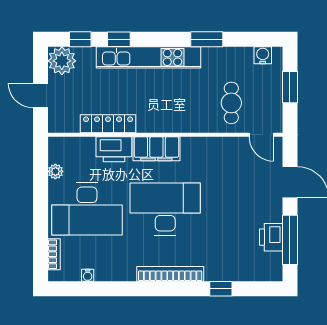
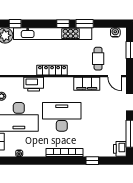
window: (119, 39) -> (63, 24), moved
kitchen unit: (149, 57) -> (53, 34), width x1.36
locker: (108, 124) -> (52, 70), moved
filing cabinet: (156, 149) -> (87, 84), moved
printer: (271, 237) -> (120, 149), moved

